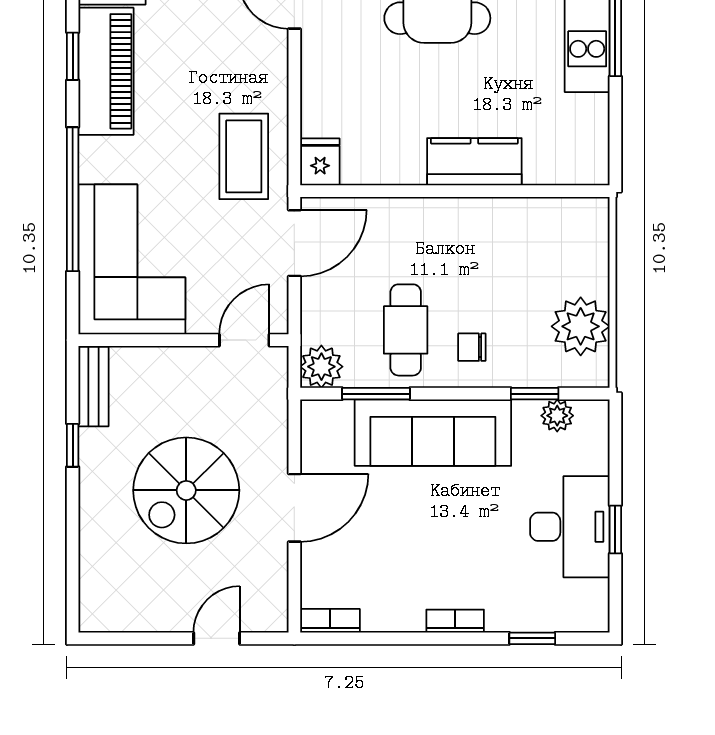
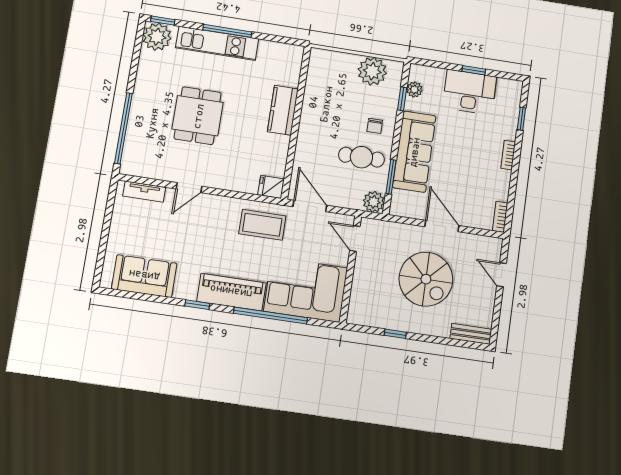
piano: (106, 71) -> (231, 292), moved
bench: (94, 386) -> (471, 334), moved

